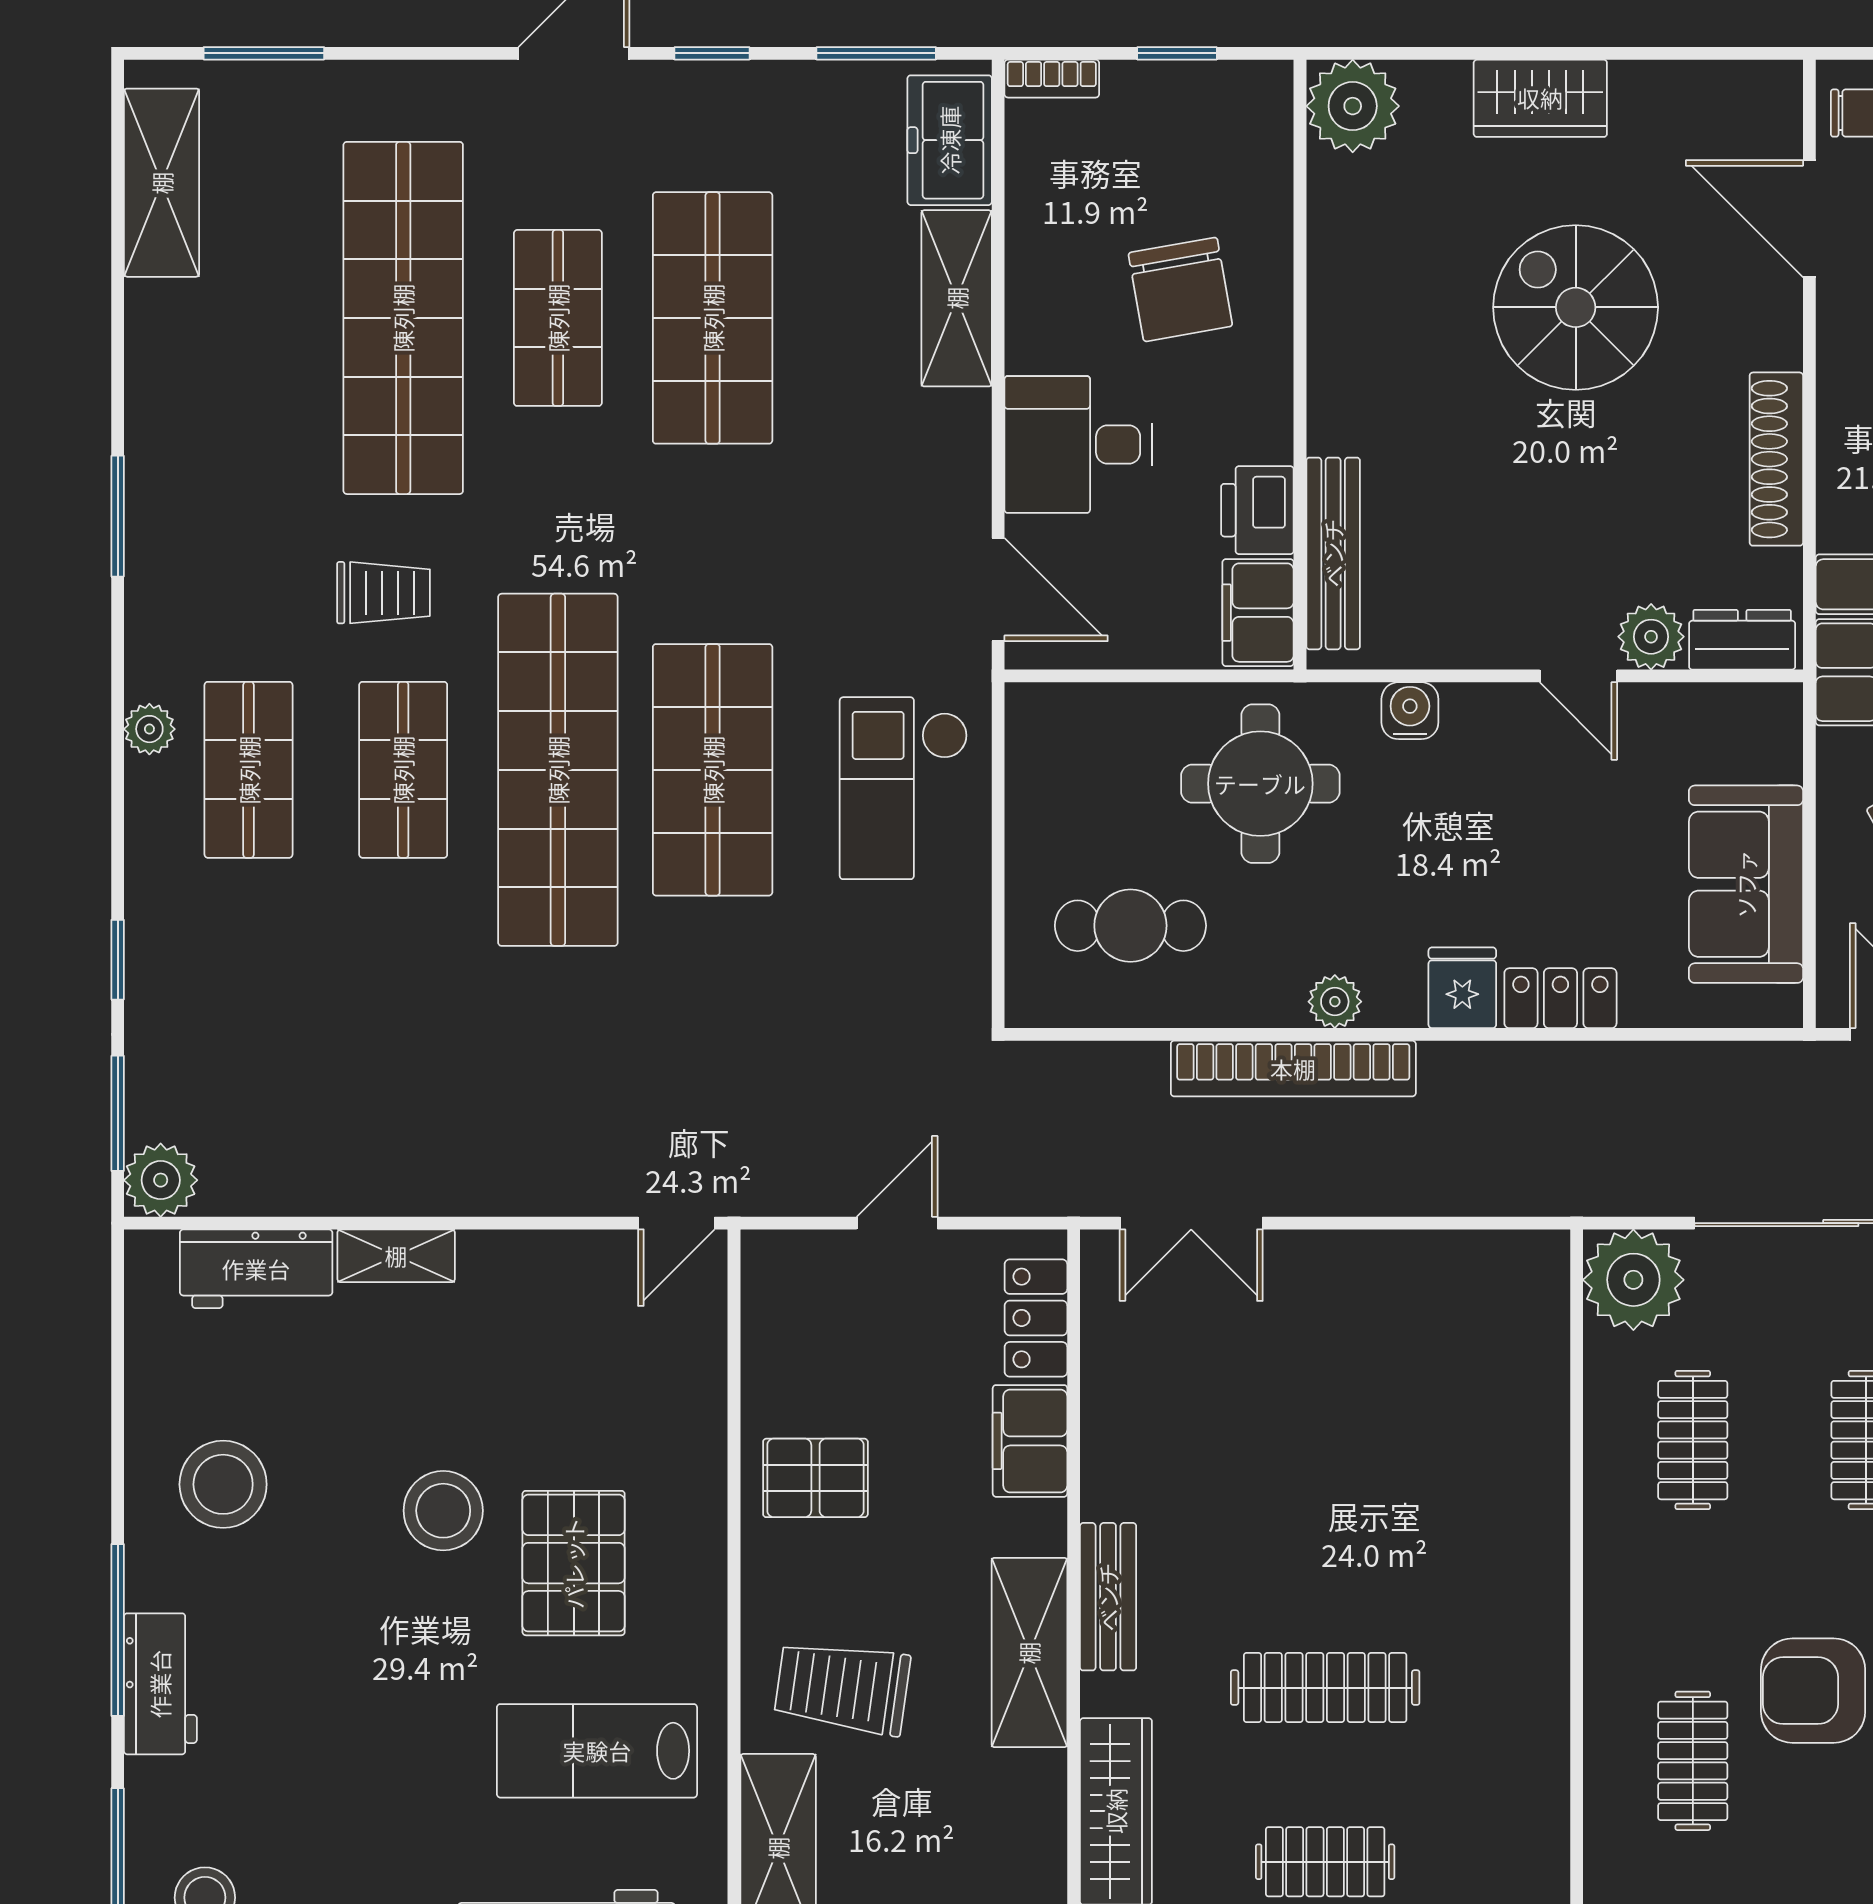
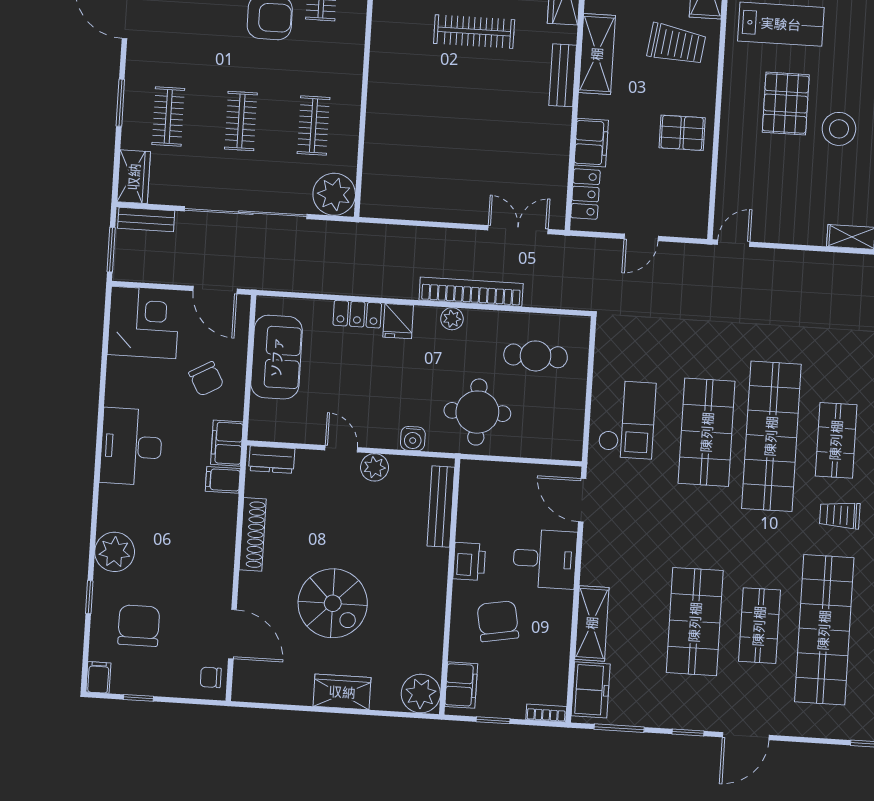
printer: (1257, 510) -> (469, 561), moved
filing cabinet: (1258, 613) -> (461, 685), moved
plant: (1651, 637) -> (375, 467), moved

